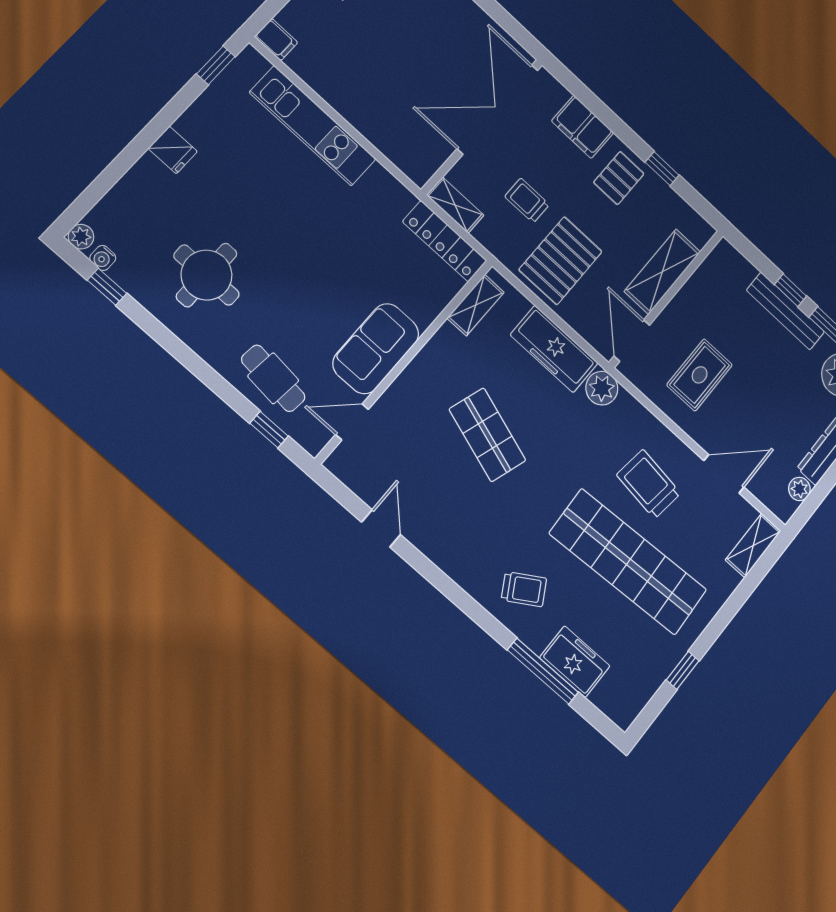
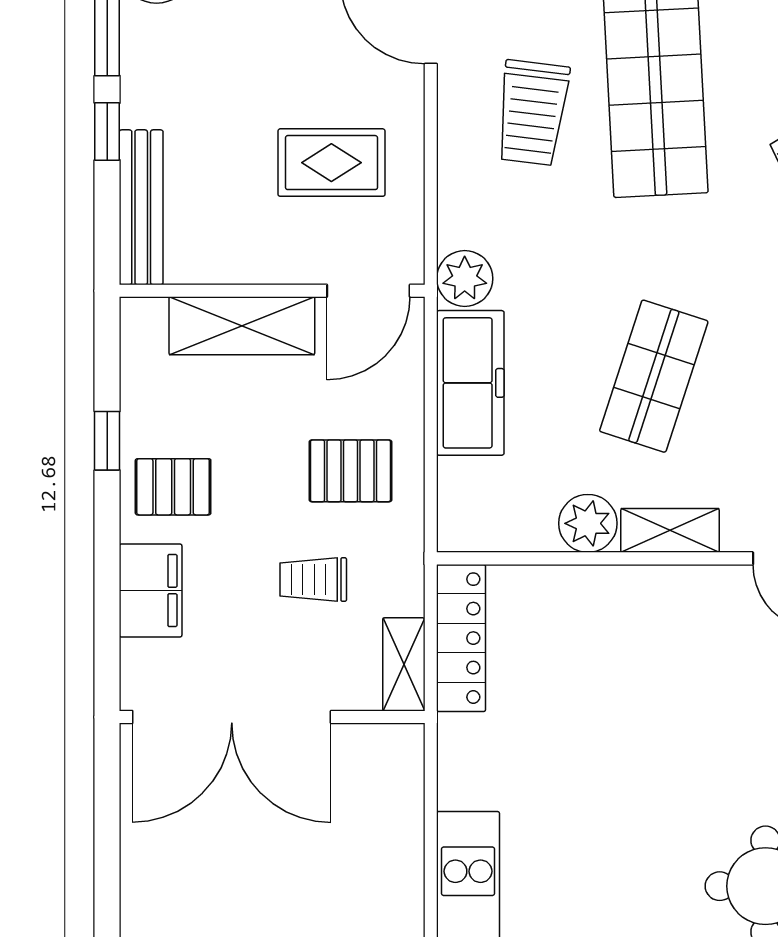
trolley: (527, 201) -> (313, 580), turned 90
pallet: (561, 261) -> (350, 471), width x0.67, depth x0.71
shelving: (476, 305) -> (670, 530), moved
bench: (786, 311) -> (141, 207), moved
plant: (447, 345) -> (588, 523), added
sofa: (376, 349) -> (671, 607), removed

